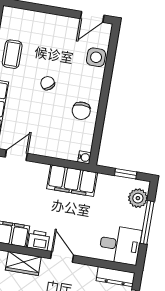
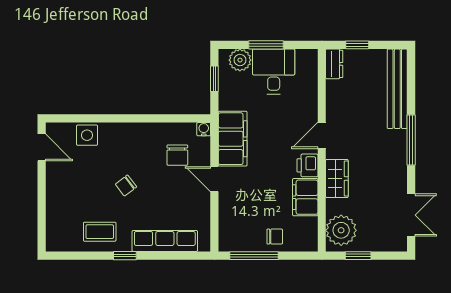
chair: (81, 111) -> (177, 155), moved, turned 90
door: (16, 155) -> (214, 179), moved
window: (147, 222) -> (266, 45), width x0.69
desk: (120, 245) -> (274, 71), moved
dresser: (116, 277) -> (334, 64), width x0.70

